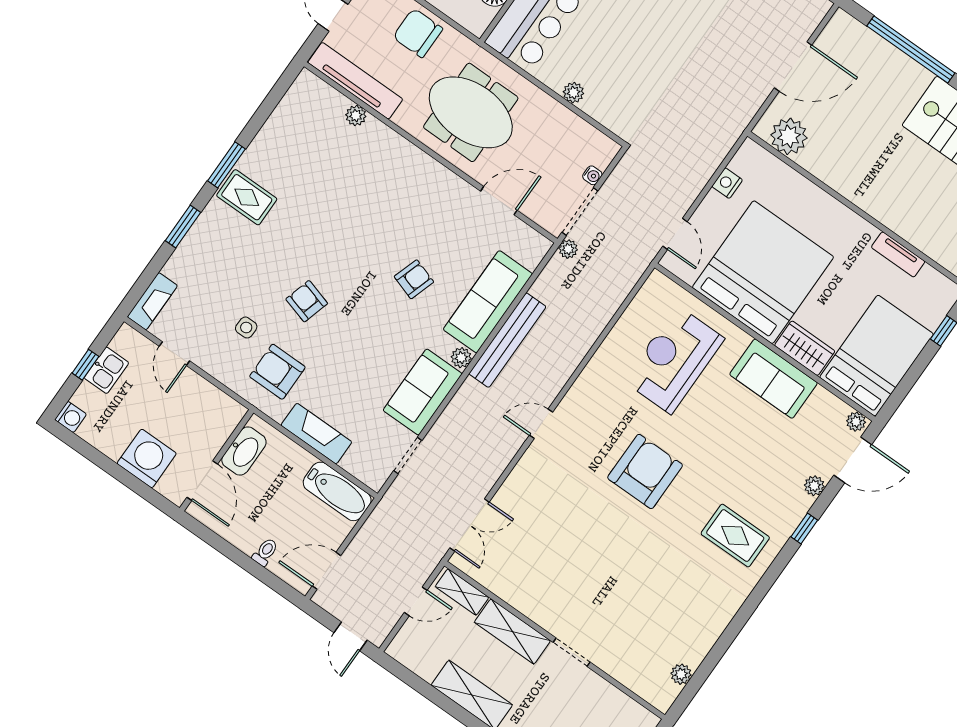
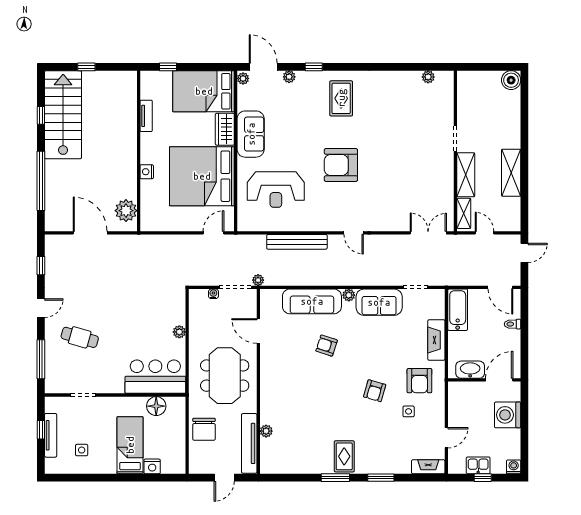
nightstand: (727, 183) -> (147, 172), moved, turned 90
bench: (507, 340) -> (297, 242), moved

